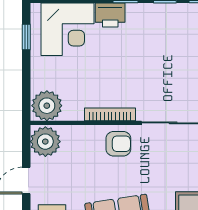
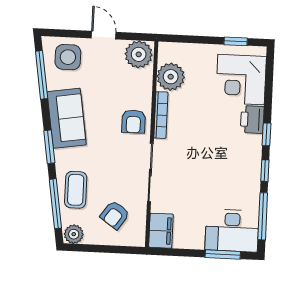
plant: (47, 106) -> (171, 77), moved

